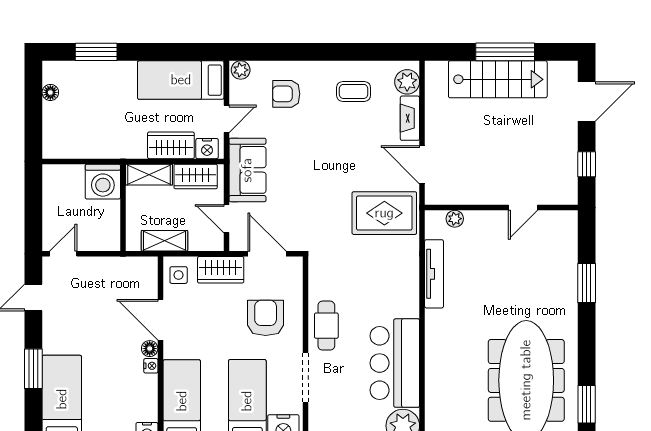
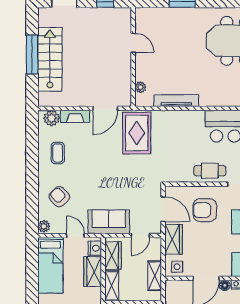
armchair: (286, 94) -> (59, 197), turned 137
door: (267, 254) -> (163, 209), swing flipped

